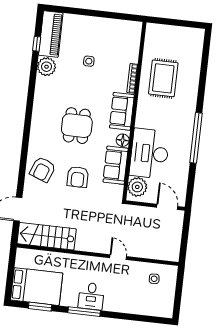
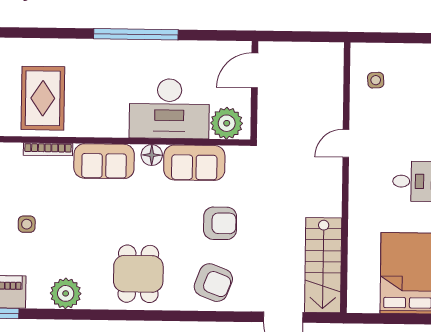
plant: (47, 67) -> (66, 293), moved
rug: (163, 78) -> (43, 98), turned 90
dining table: (77, 126) -> (138, 274), moved, turned 90

